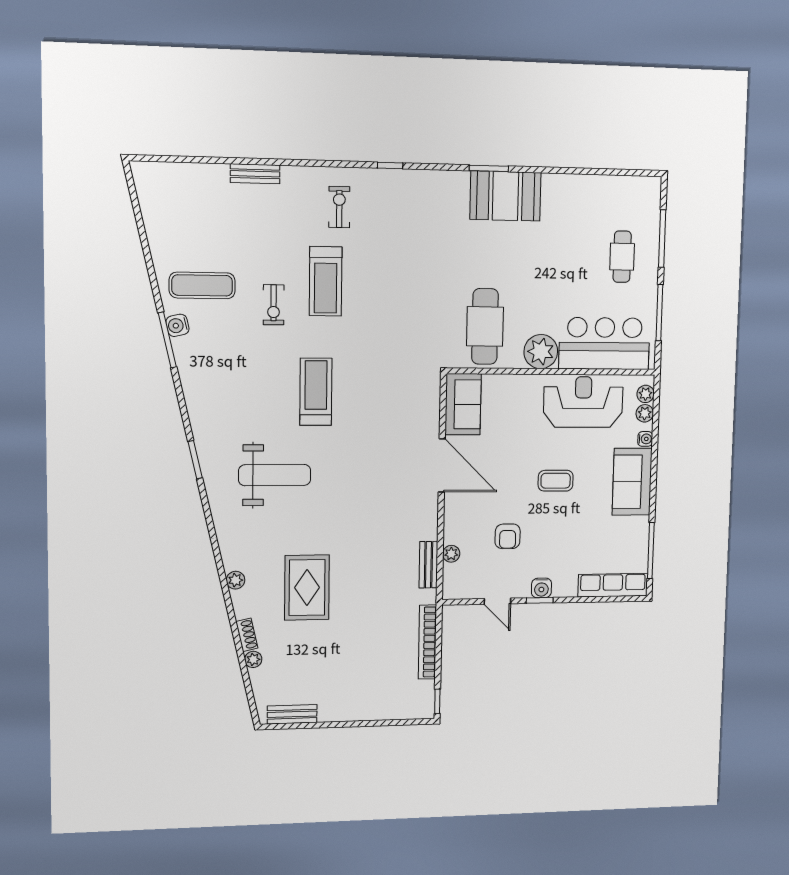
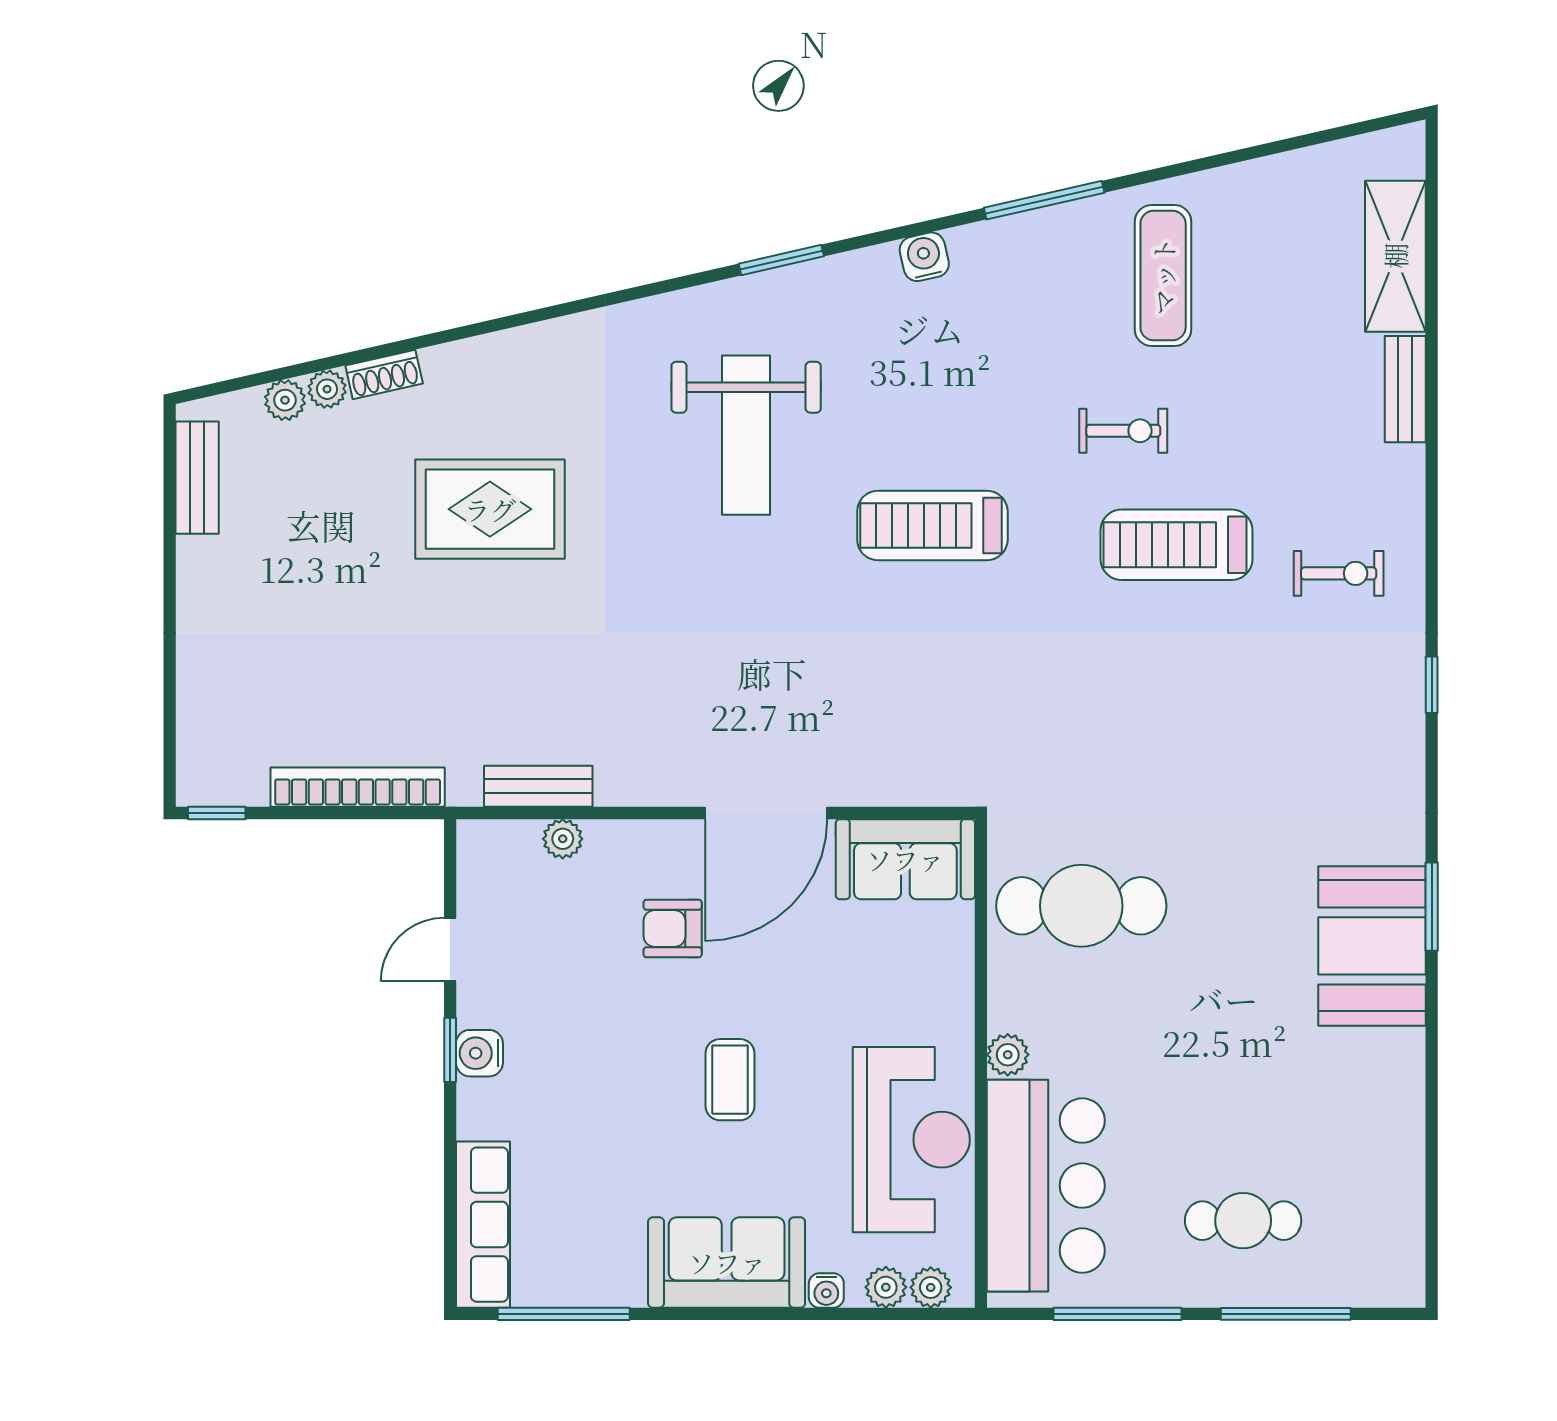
shelving: (193, 177) -> (1395, 256), added
exercise bike: (274, 305) -> (1123, 431), turned 180
water cooler: (177, 325) -> (924, 257), moved
plant: (541, 352) -> (1008, 1055), width x0.53, depth x0.53
treadmill: (316, 392) -> (932, 526), turned 180
armchair: (508, 536) -> (673, 928), moved
plant: (236, 580) -> (285, 400), moved

